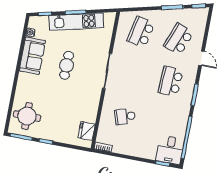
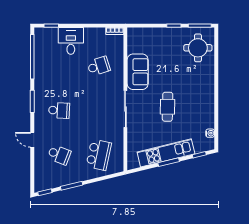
school desk: (179, 39) -> (59, 155), width x0.54
sofa: (32, 56) -> (138, 72), moved, turned 180
school desk: (171, 81) -> (59, 110), width x0.54
fridge: (87, 131) -> (135, 44), removed
desk: (170, 150) -> (71, 41), moved

